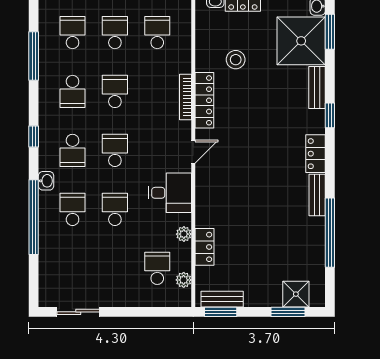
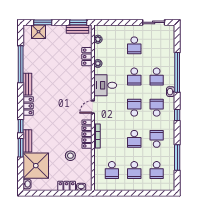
window: (330, 32) -> (21, 148), moved
school desk: (115, 150) -> (134, 108), turned 180
school desk: (157, 268) -> (134, 45), moved

